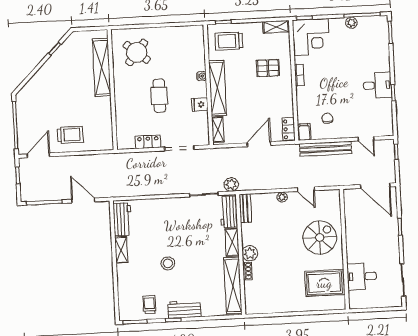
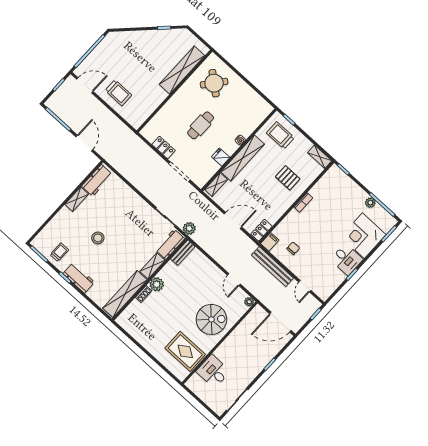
corner desk: (311, 37) -> (363, 236), moved, turned 90
door: (375, 186) -> (280, 322), hinge flipped
plant: (282, 197) -> (249, 302), moved

